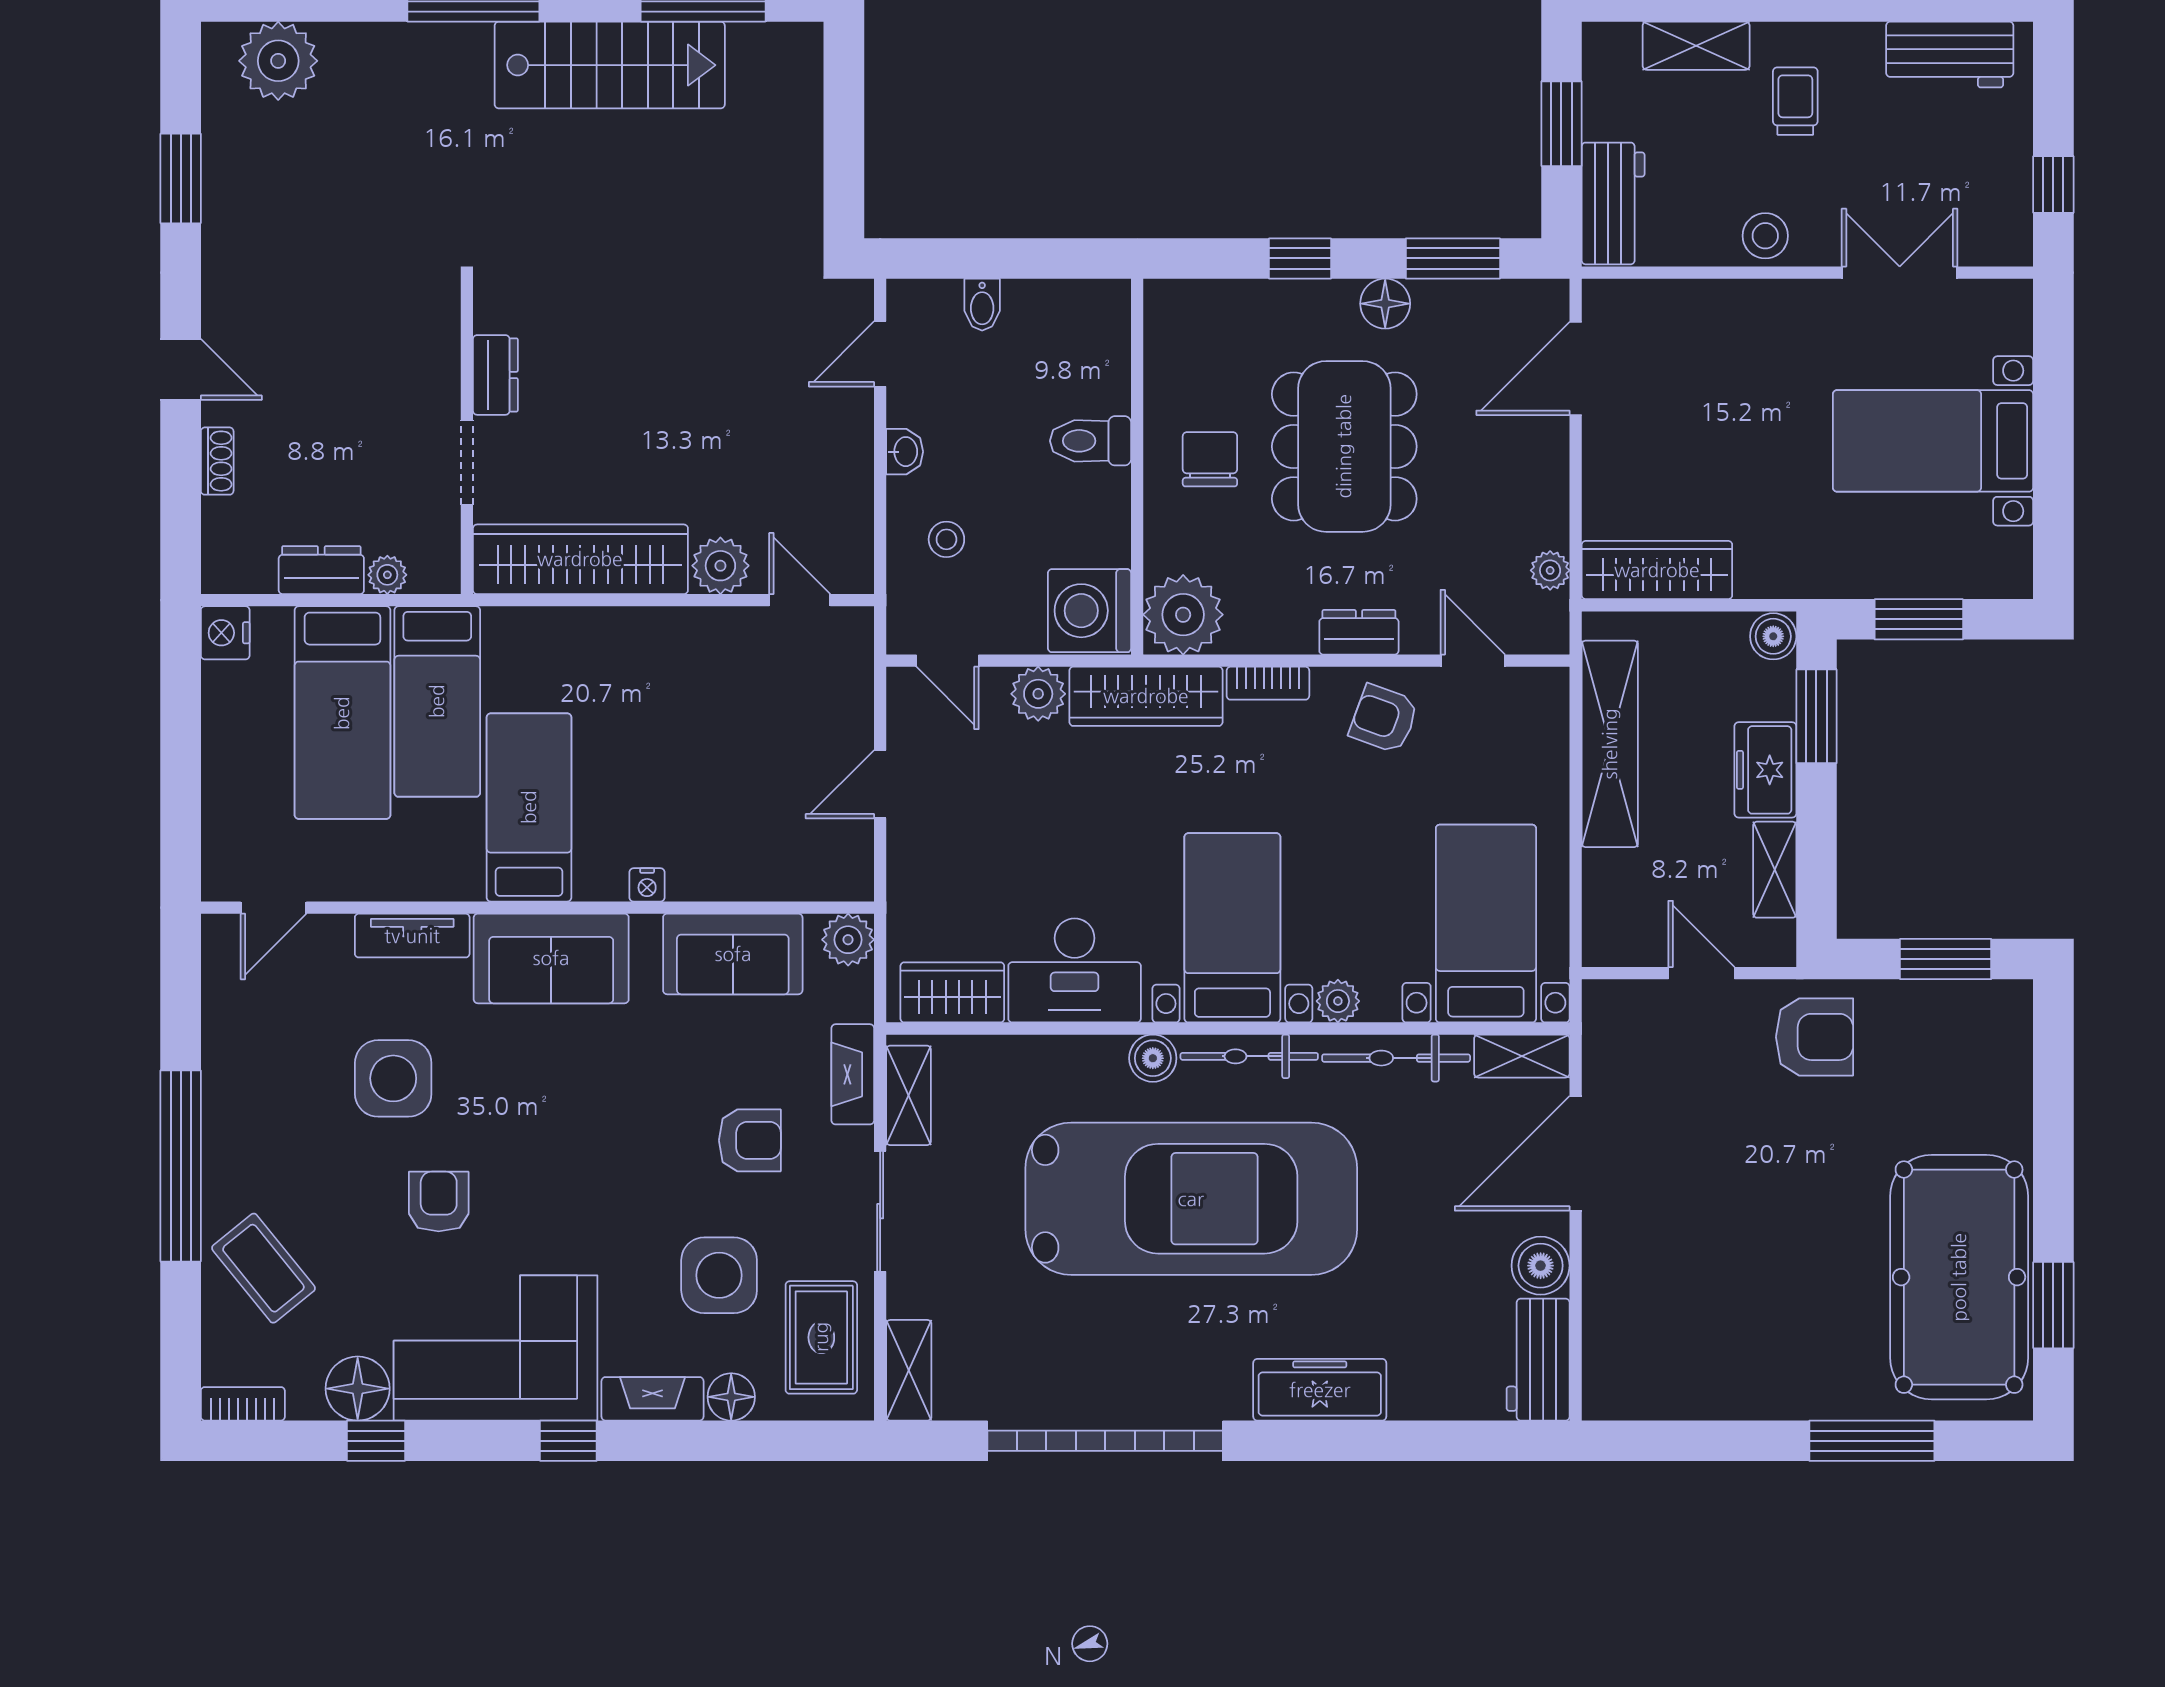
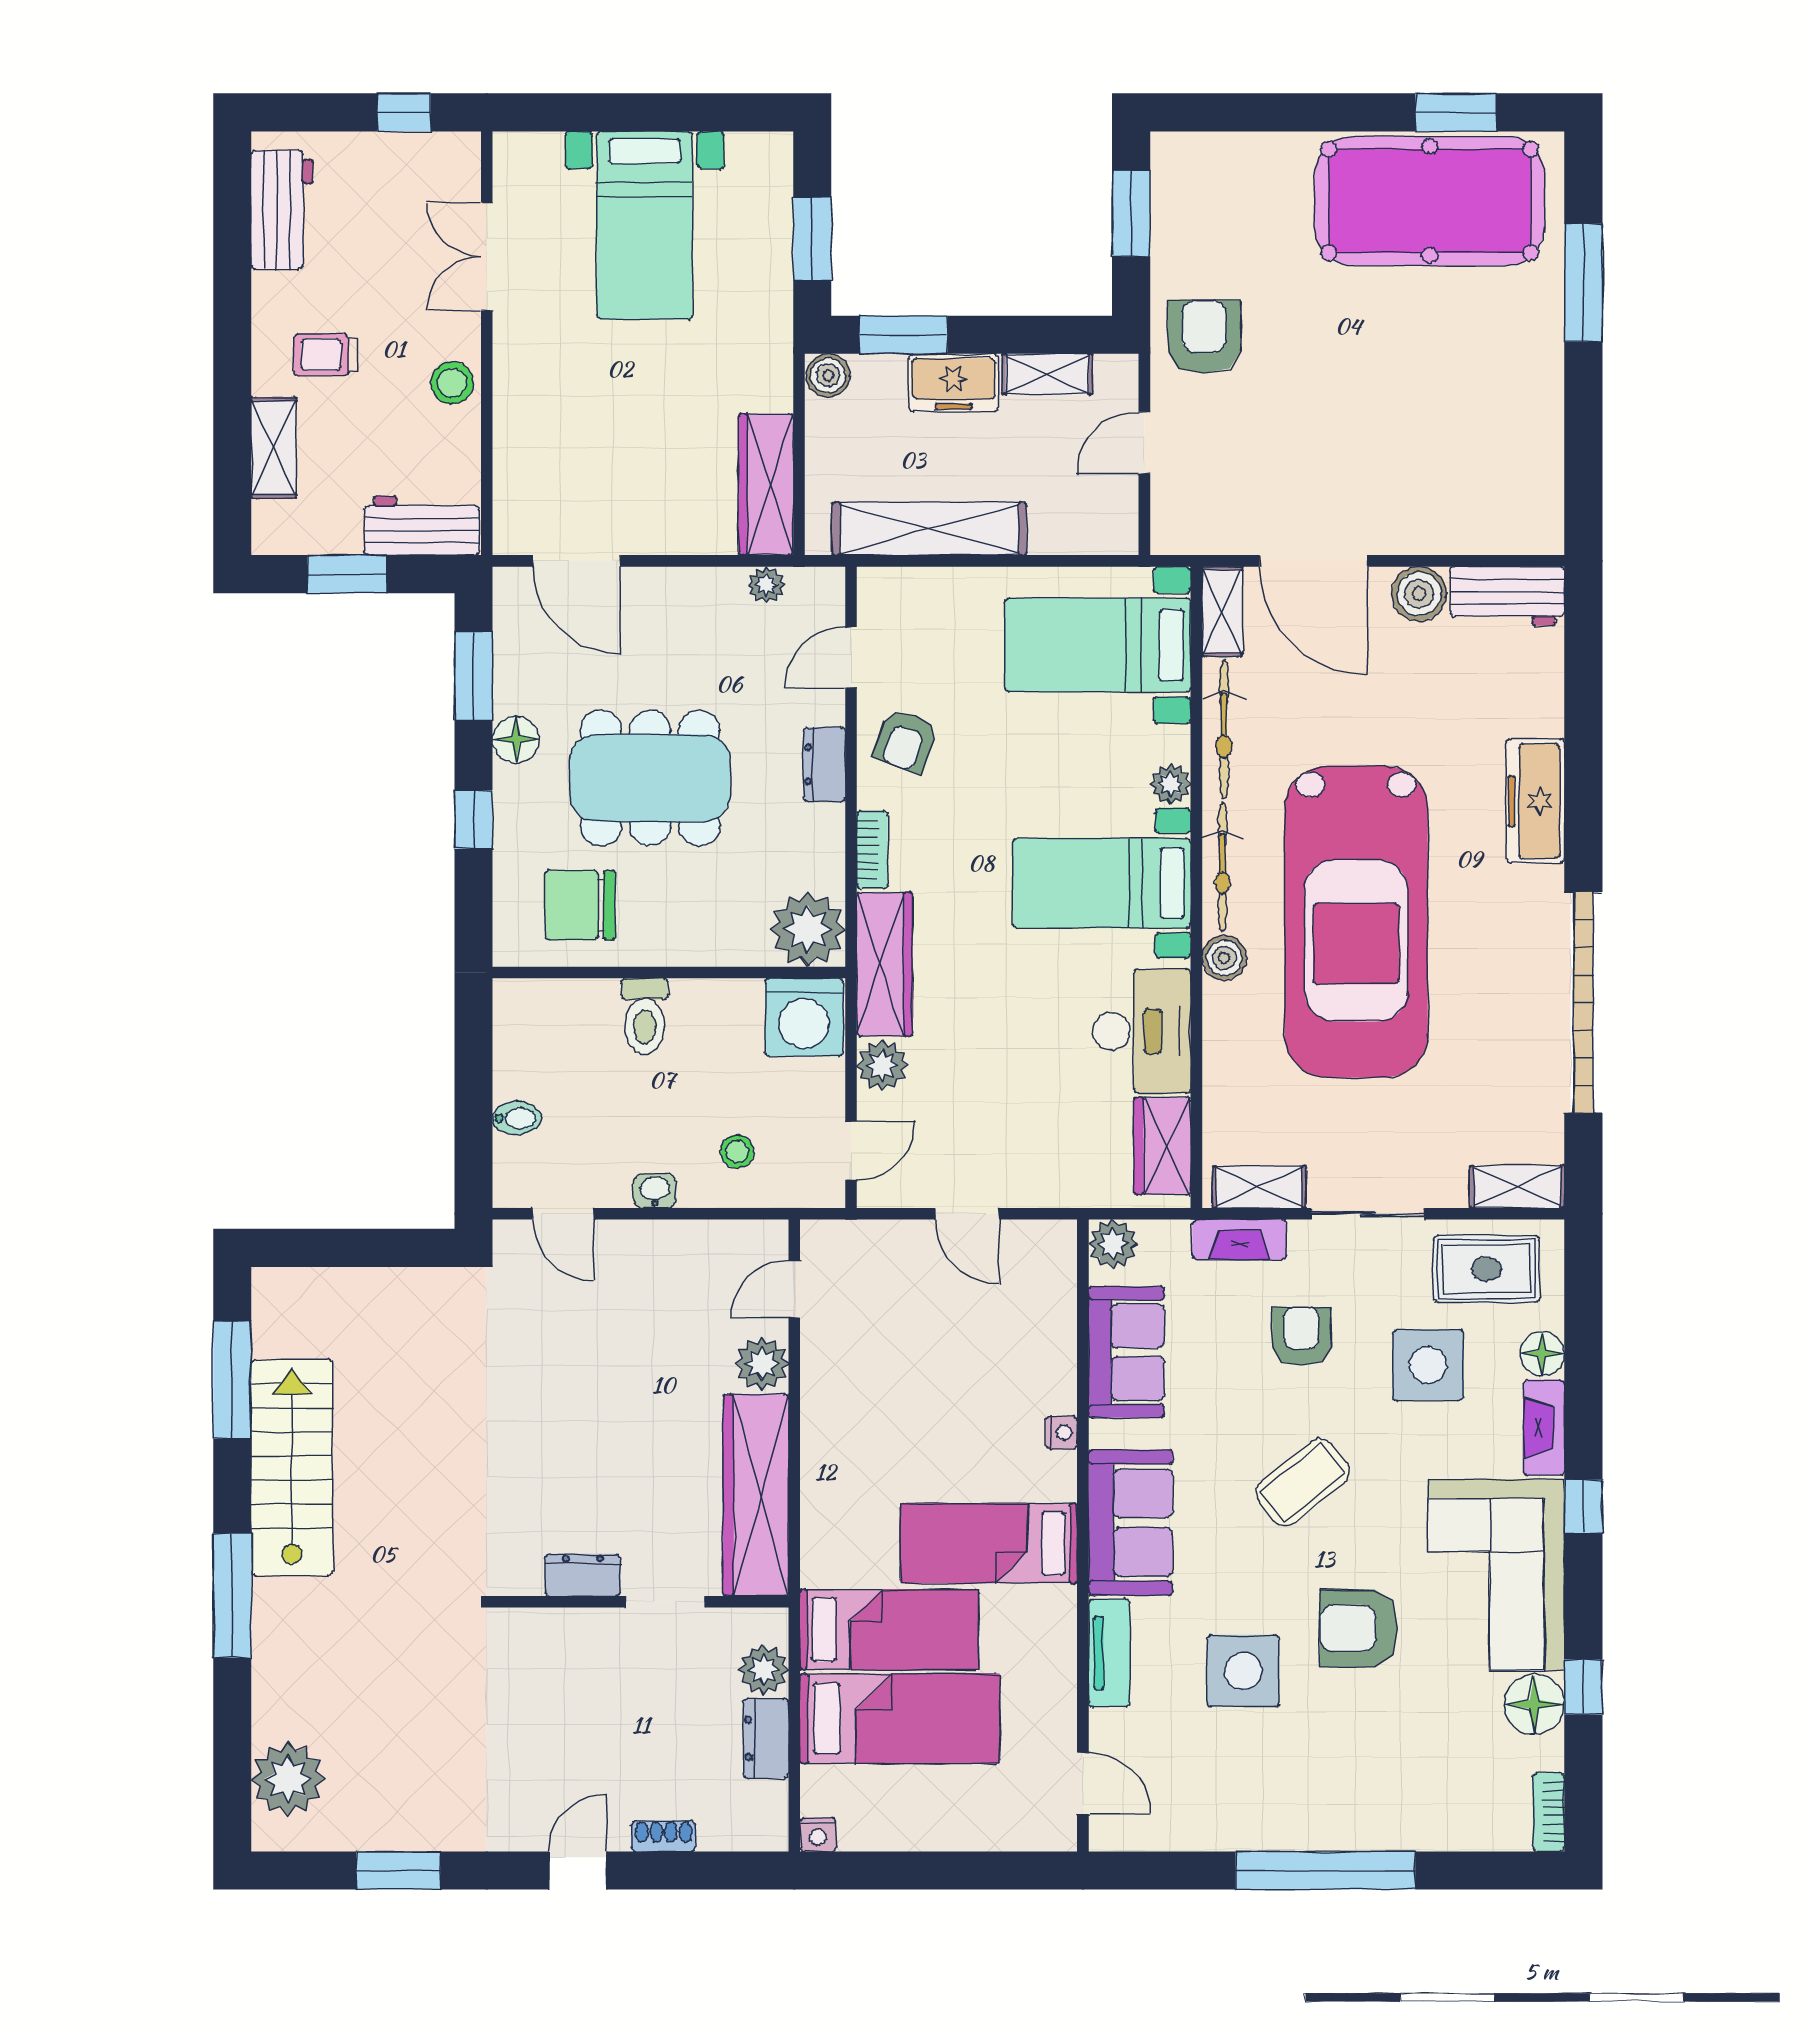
chair: (1210, 459) -> (580, 905), moved, width x1.37, depth x1.37
plant: (387, 575) -> (764, 1670), width x1.38, depth x1.38
nightstand: (225, 633) -> (818, 1835), width x0.72, depth x0.74
car: (1191, 1199) -> (1356, 922), turned 180
armchair: (439, 1202) -> (1359, 1628), width x1.38, depth x1.38
coffee table: (263, 1268) -> (1303, 1482), moved

